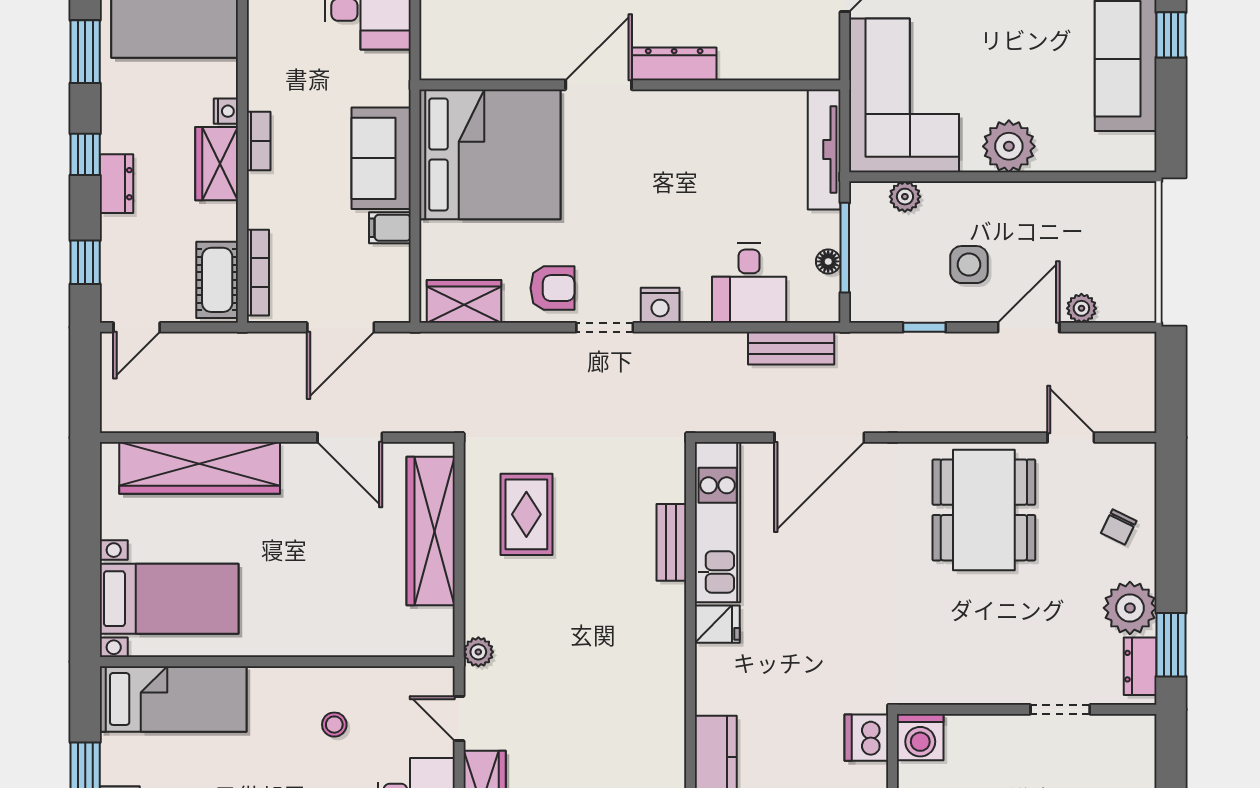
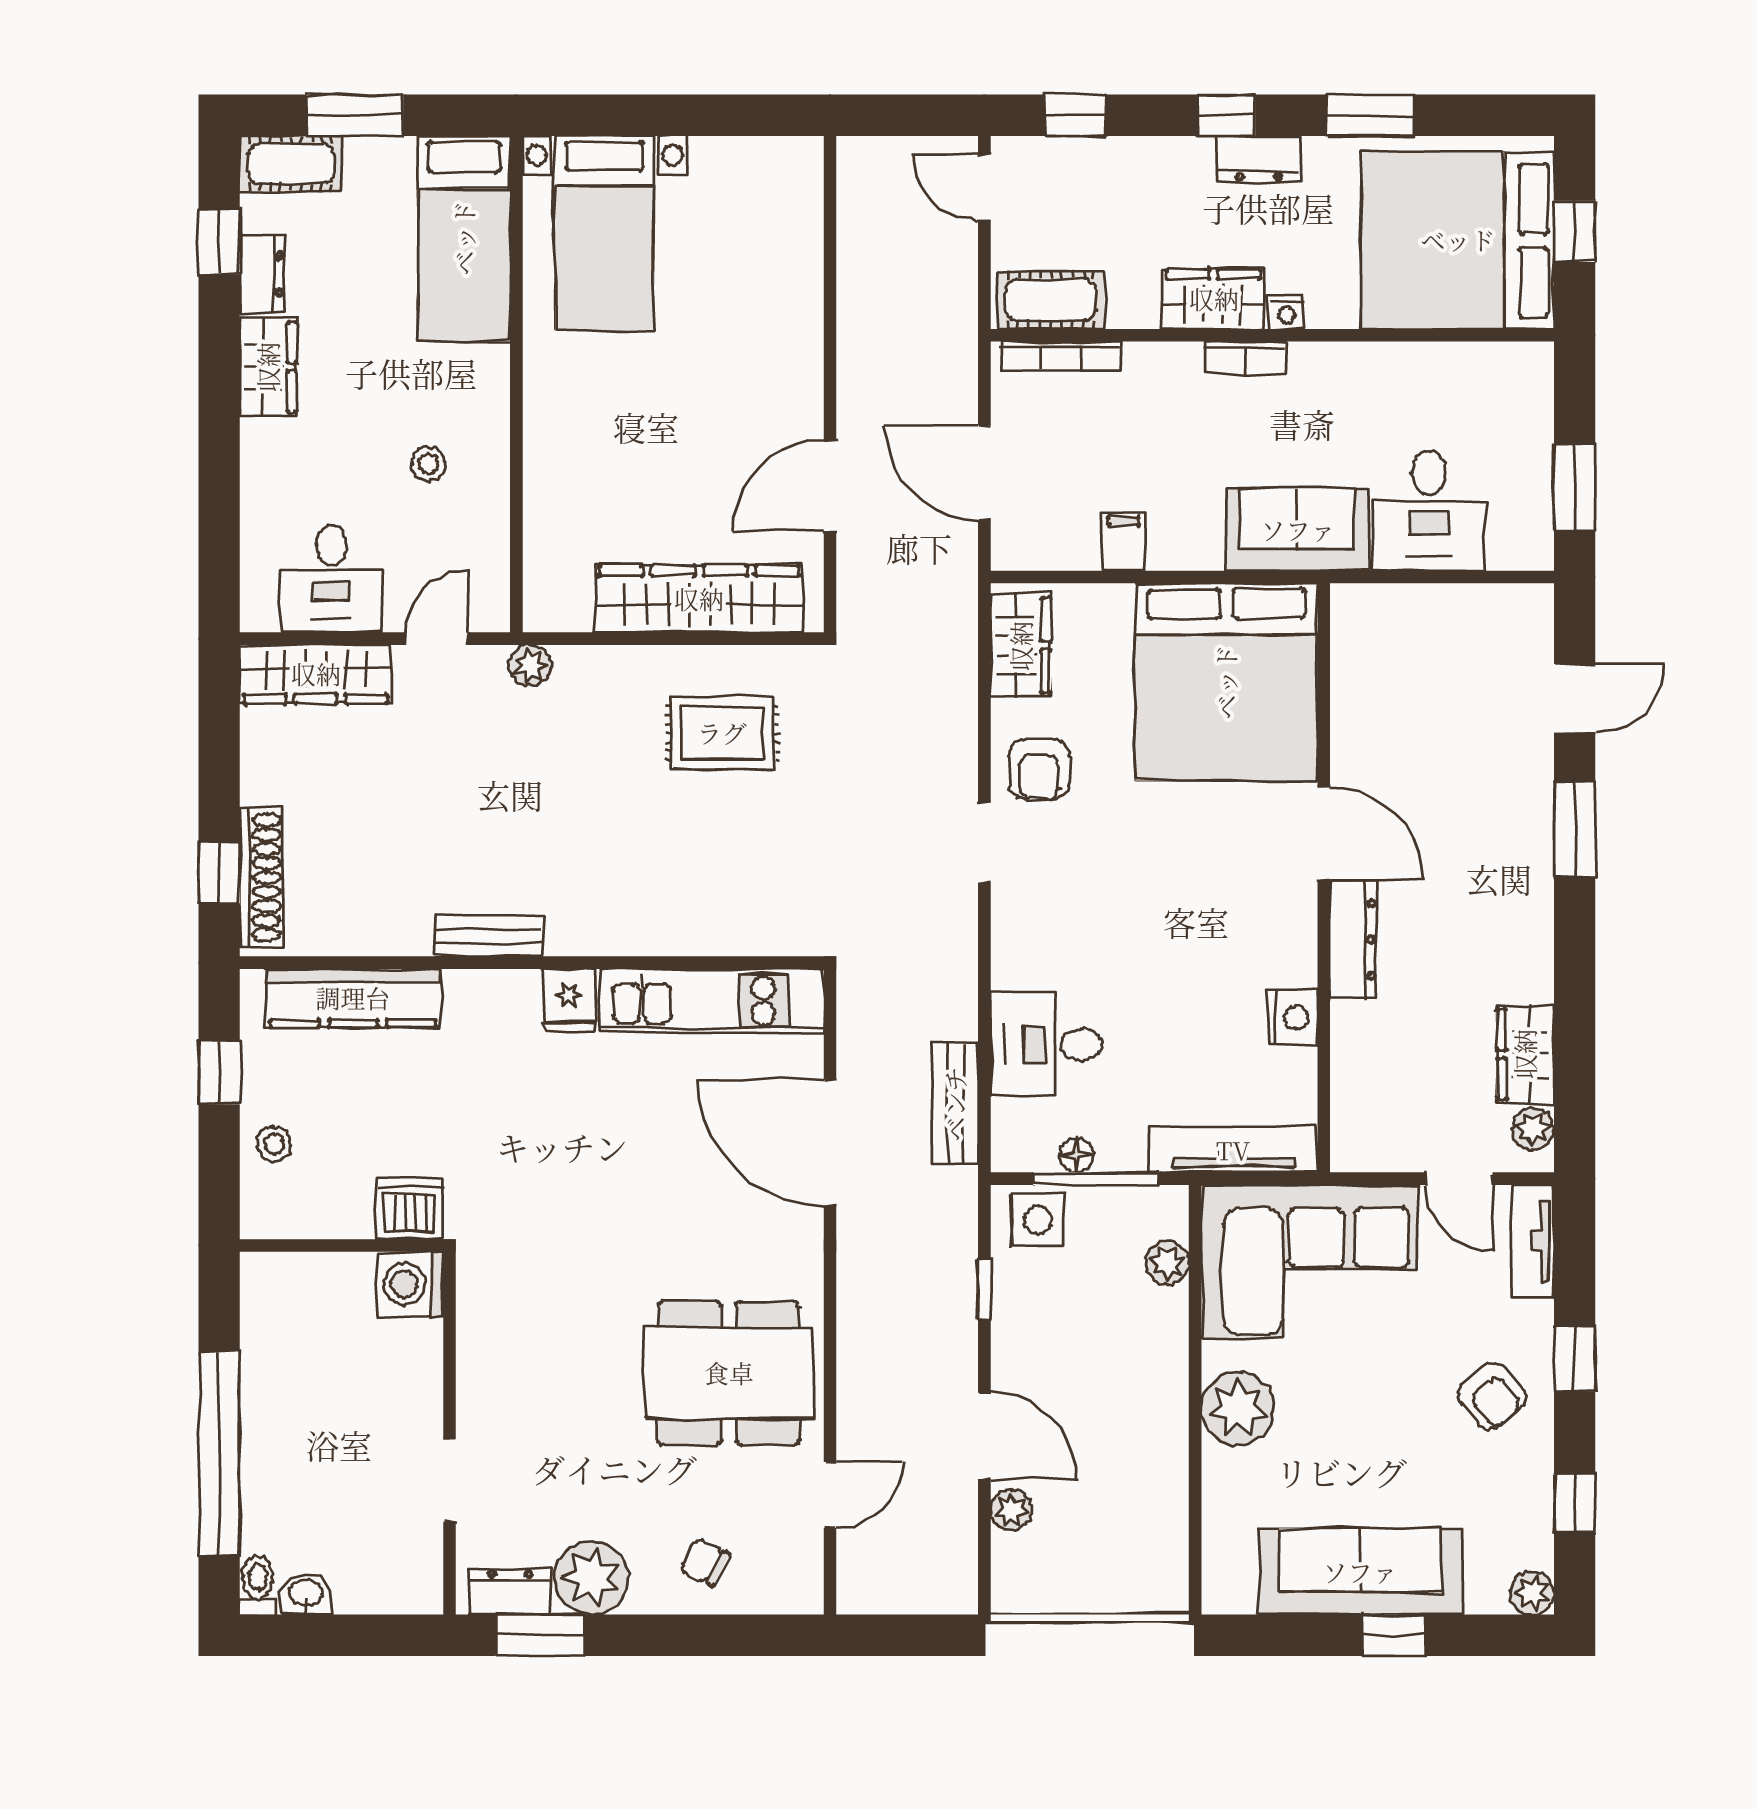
sofa: (381, 158) -> (1298, 530), moved
dresser: (116, 184) -> (1259, 159), moved
side table: (969, 265) -> (1038, 1220), moved
nightstand: (660, 305) -> (1293, 1017), moved, turned 180
wardrobe: (200, 468) -> (788, 275), removed
bench: (671, 542) -> (488, 936), moved

